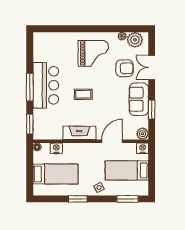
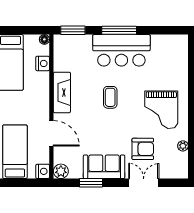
plant: (135, 40) -> (178, 162), removed
armchair: (125, 68) -> (143, 149), turned -90

